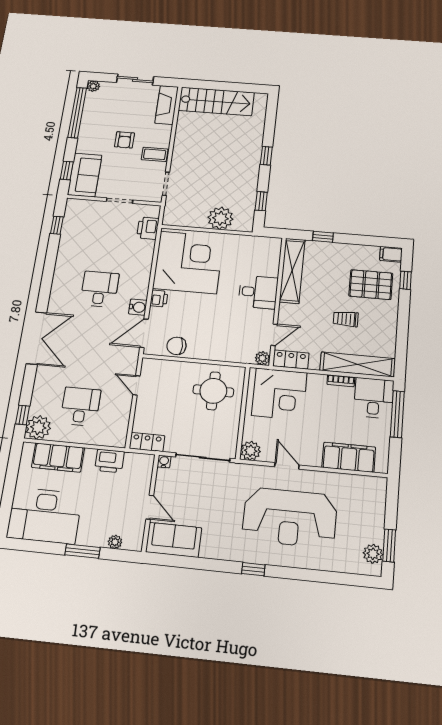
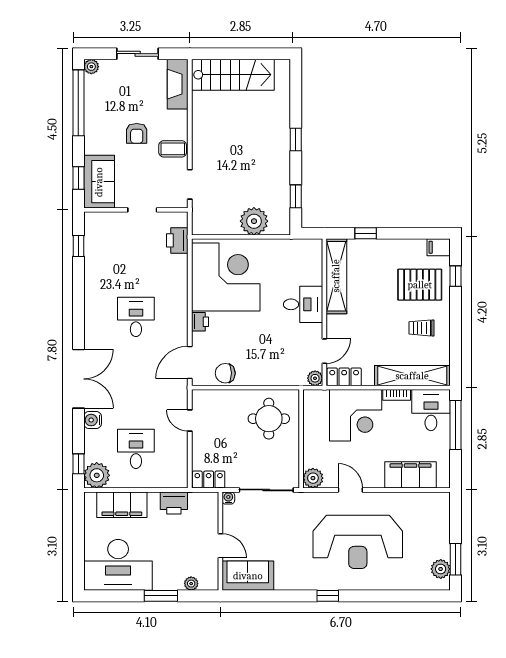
water cooler: (138, 307) -> (93, 420), moved, turned 180
trolley: (346, 319) -> (422, 328), moved
corner desk: (279, 394) -> (356, 415), moved

